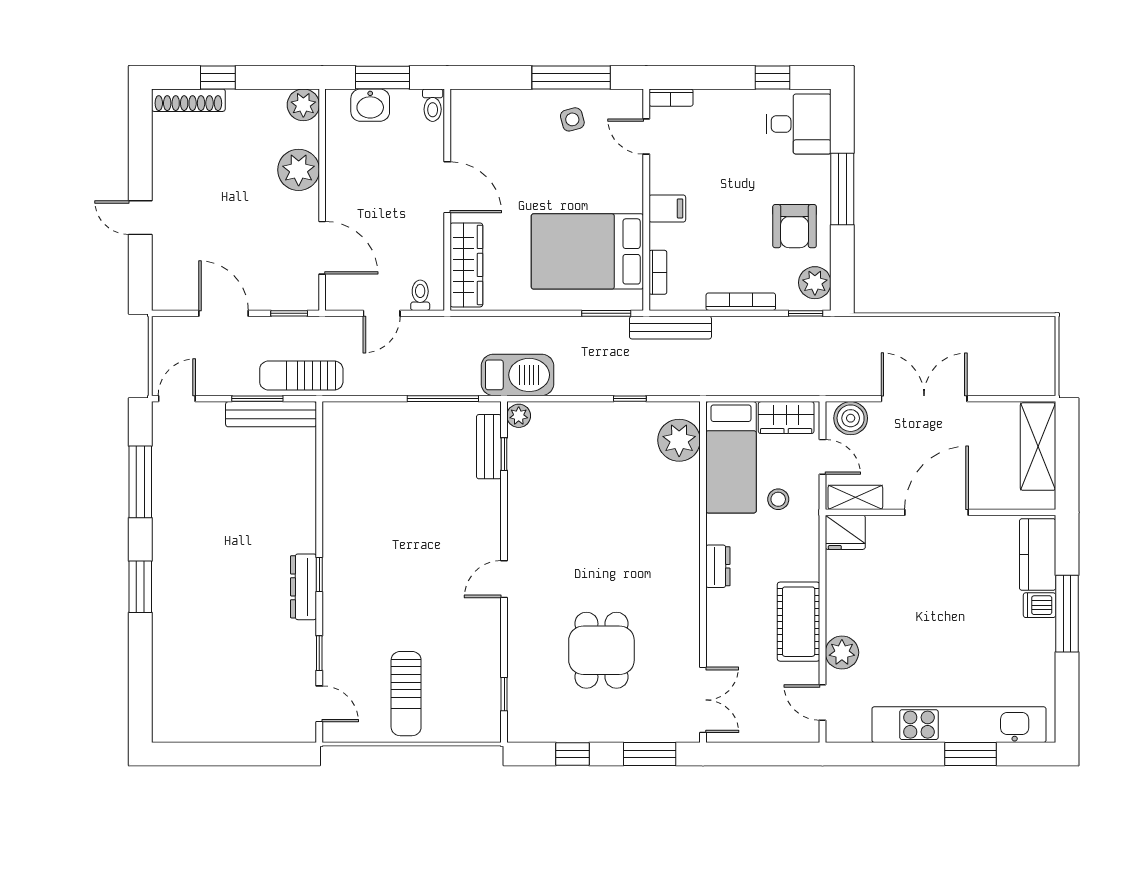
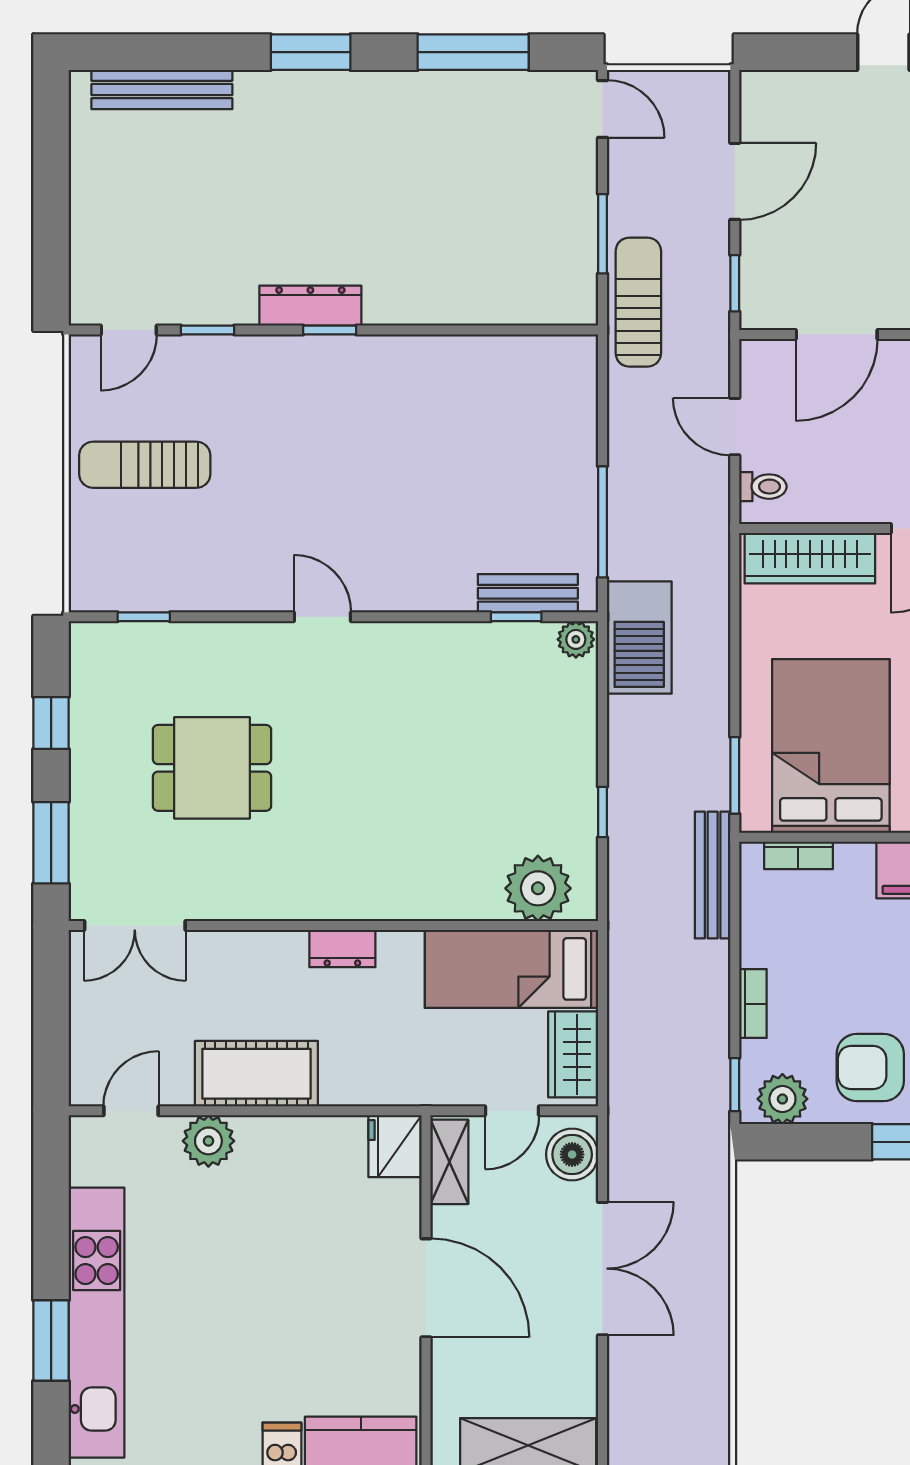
bookcase: (741, 302) -> (753, 1004), width x0.64
bench: (271, 414) -> (162, 89), moved, turned 90
stool: (778, 499) -> (446, 1042), removed

